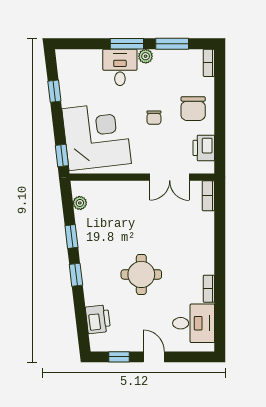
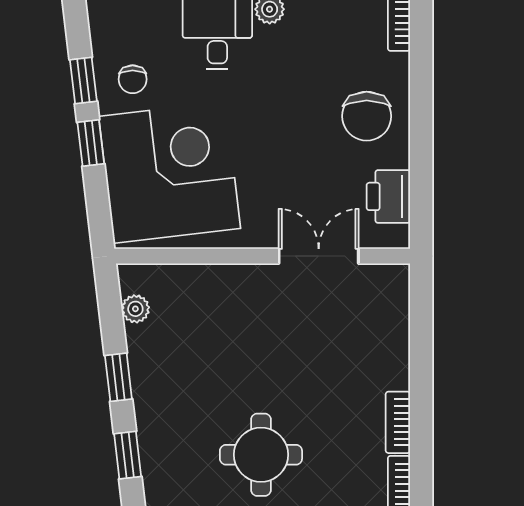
chair: (154, 118) -> (133, 79), moved
window: (62, 155) -> (91, 143), moved
double door: (170, 177) -> (319, 256), swing flipped
bookcase: (208, 196) -> (398, 422), moved

